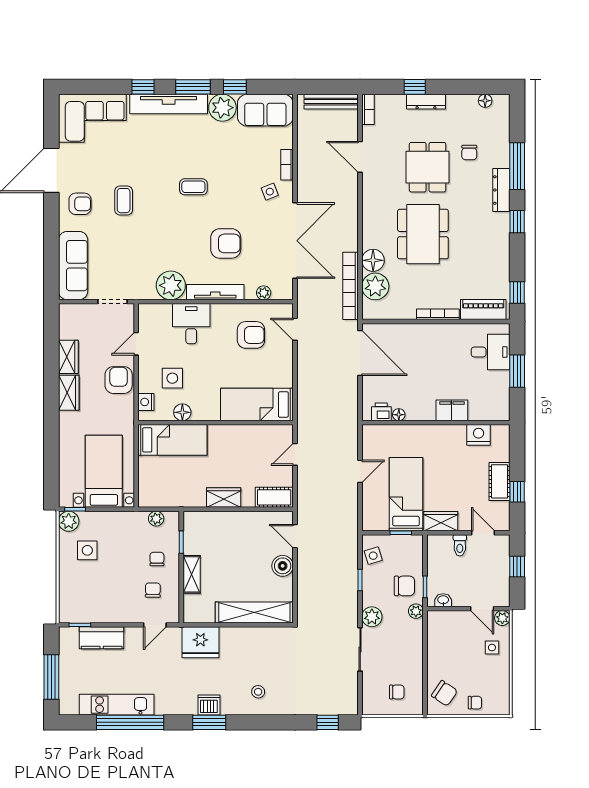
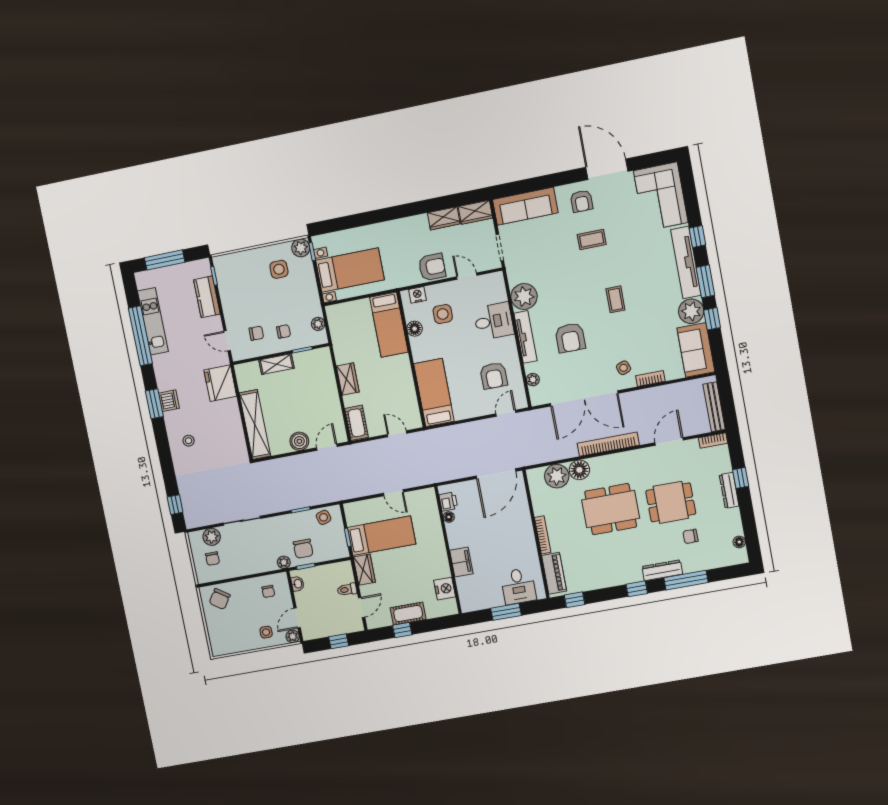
bookcase: (351, 286) -> (608, 444), moved
wardrobe: (69, 393) -> (475, 212), moved
plant: (372, 617) -> (212, 537), moved
chair: (475, 703) -> (268, 591), moved

